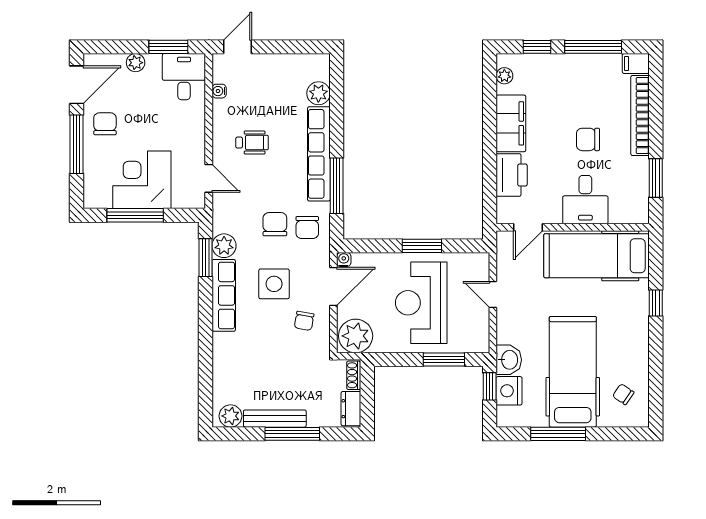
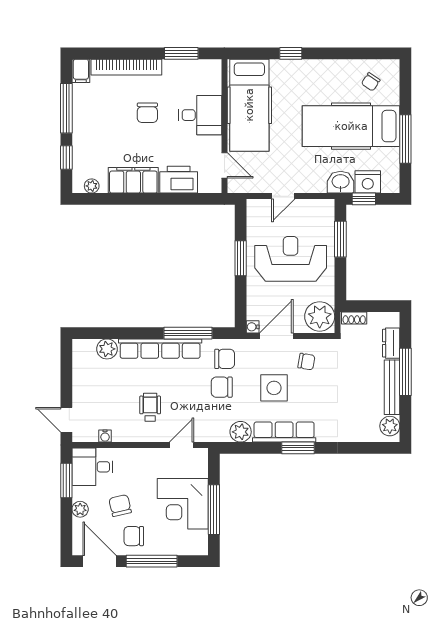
chair: (140, 108) -> (120, 506), added
window: (205, 258) -> (298, 448), moved
door: (333, 287) -> (276, 336), hinge flipped
reception desk: (421, 303) -> (291, 259), turned 180
dresser: (351, 409) -> (391, 343), moved, turned 90

